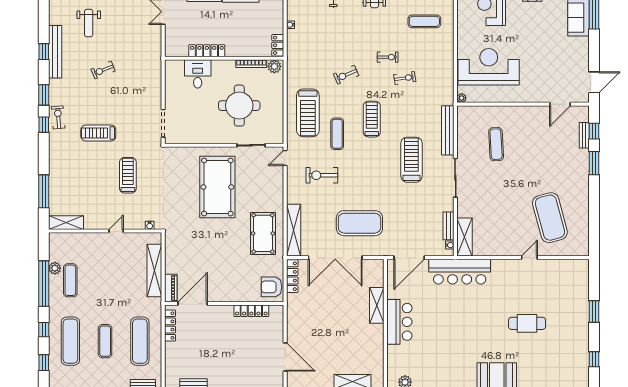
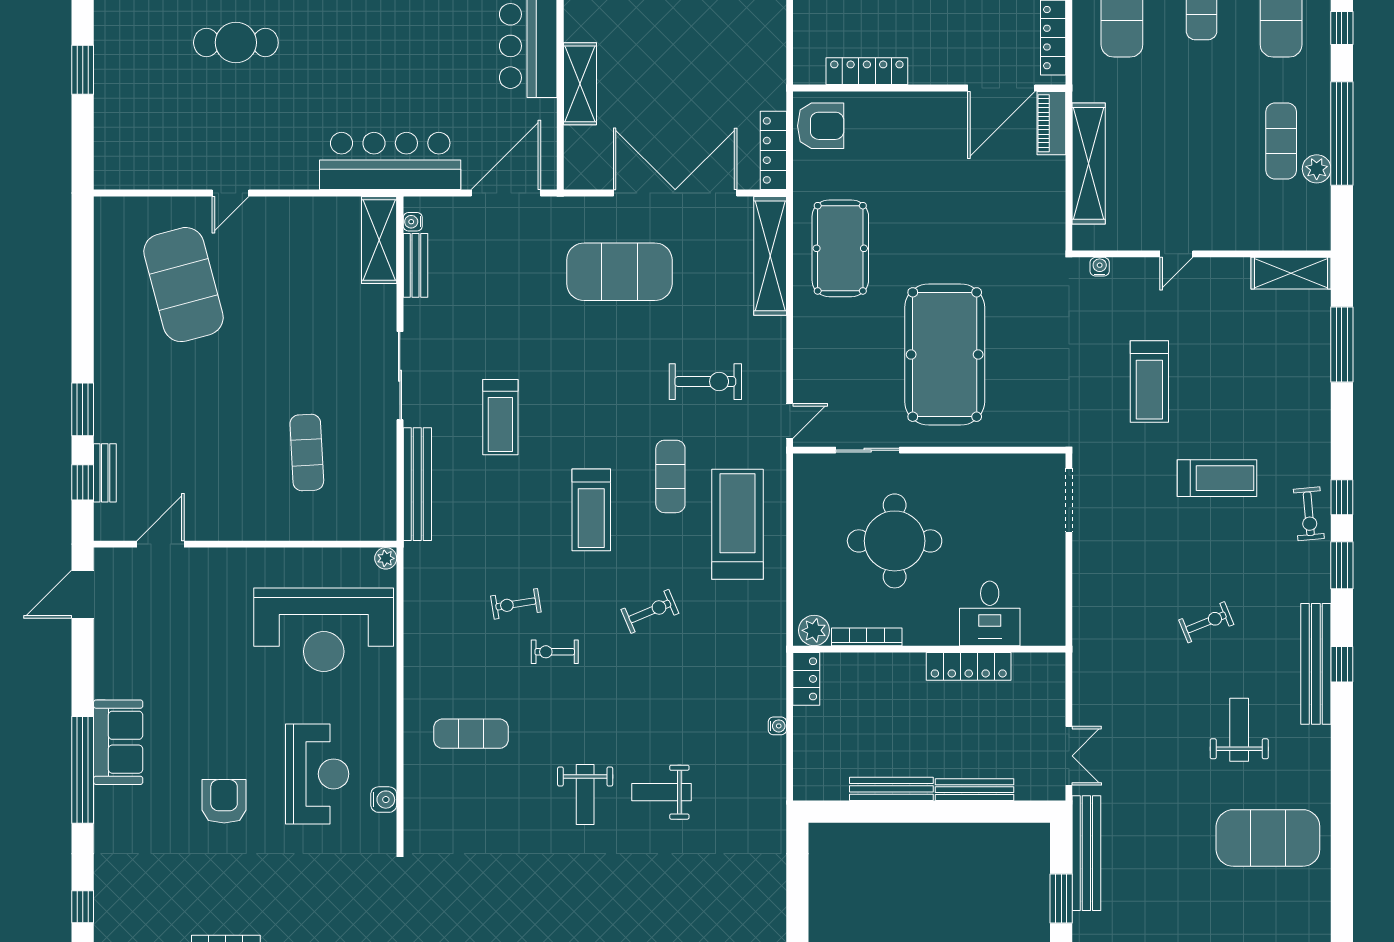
treadmill: (411, 160) -> (500, 417), width x0.73, depth x0.73

